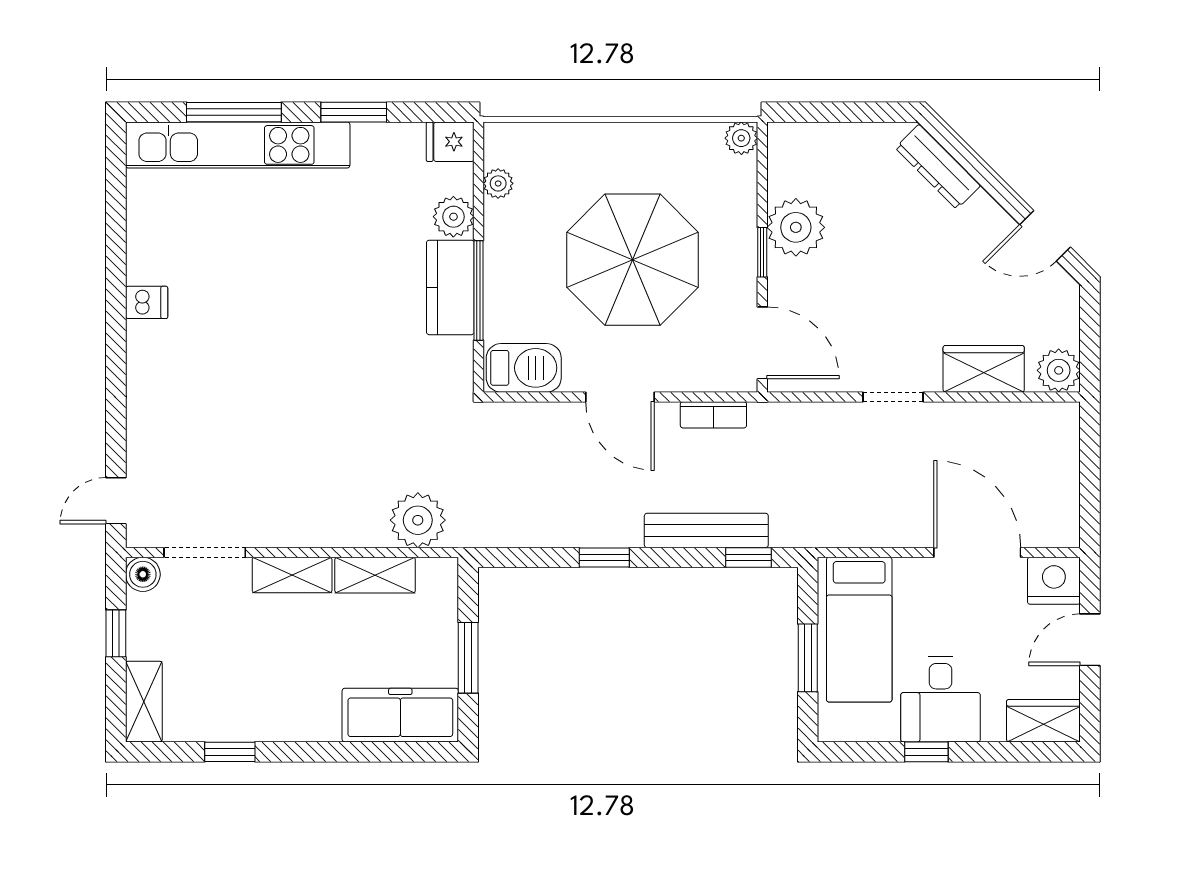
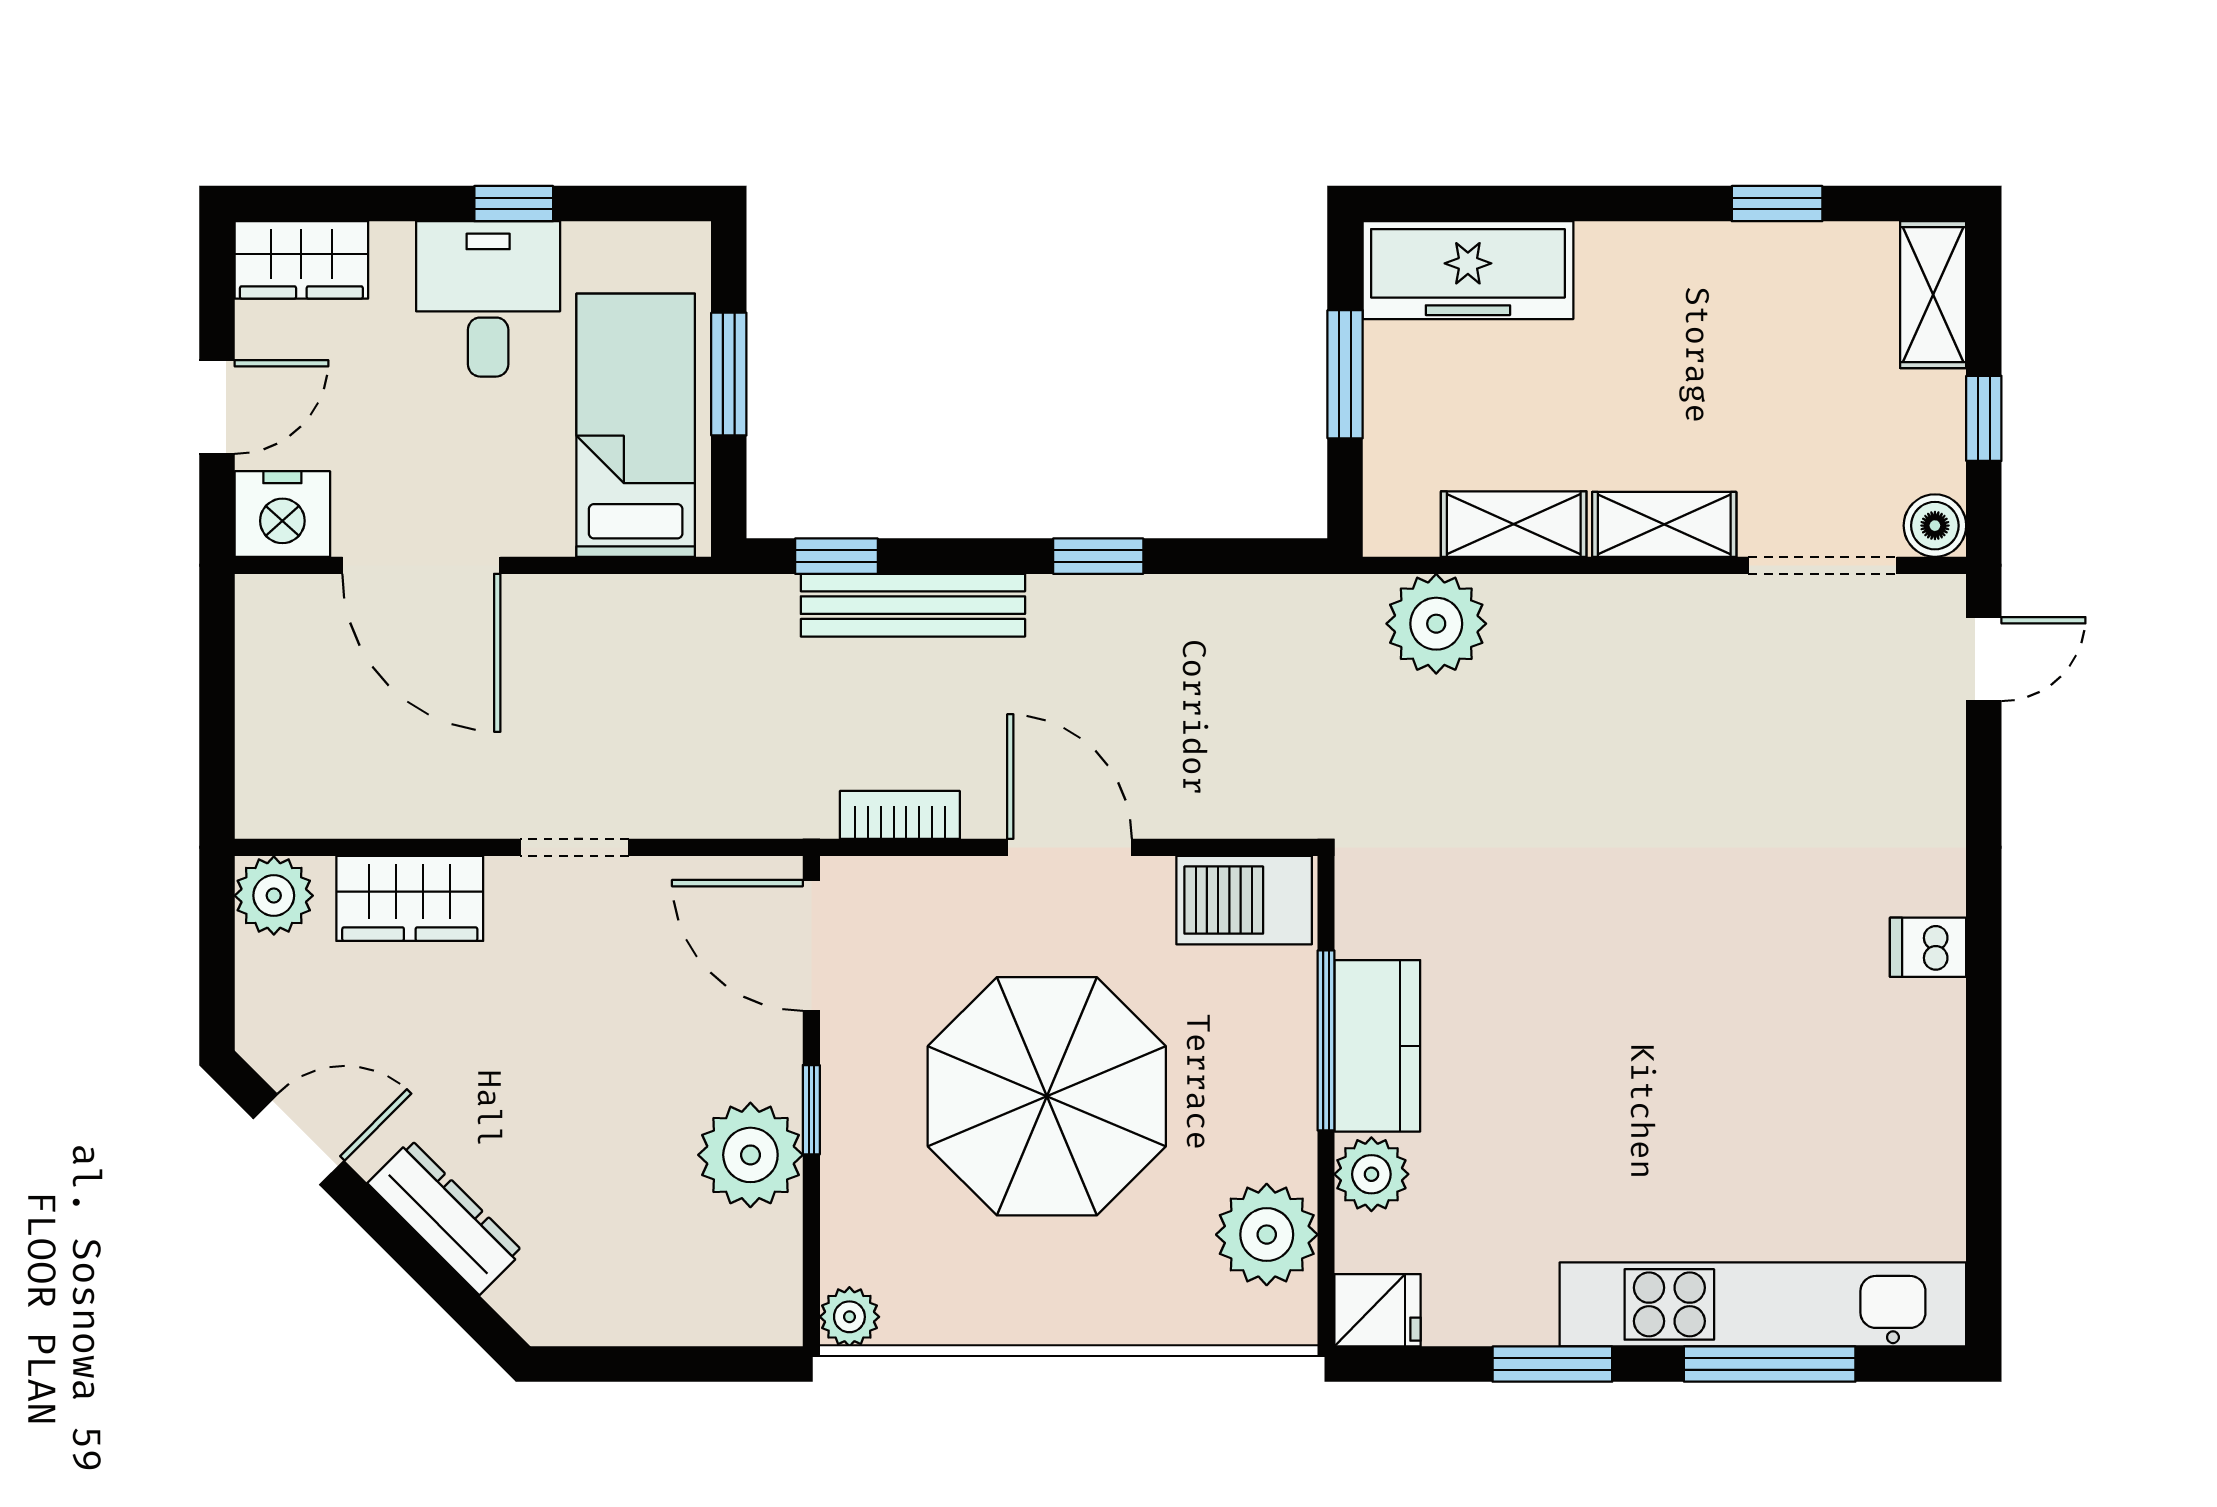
dresser: (938, 167) -> (445, 1217), moved
plant: (498, 183) -> (1267, 1235), width x1.87, depth x1.87
dishwasher: (147, 302) -> (1928, 947), moved

